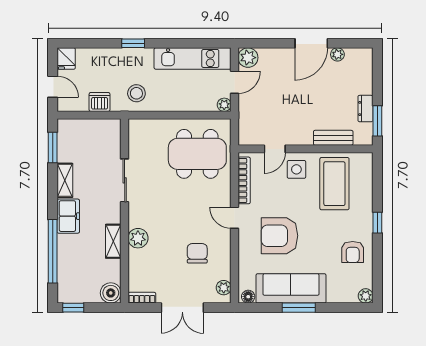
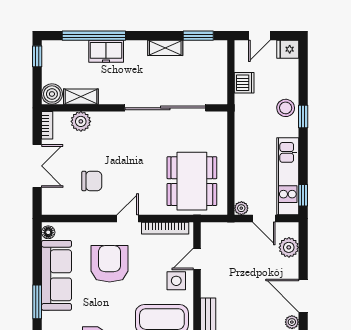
window: (211, 43) -> (303, 195), added
plant: (248, 58) -> (289, 247), moved
stool: (136, 93) -> (286, 108), moved
door: (275, 149) -> (197, 259), hinge flipped
sliding door: (125, 180) -> (165, 108), width x1.86
freezer: (68, 216) -> (106, 51), moved
plant: (138, 238) -> (81, 121), moved
shelving: (113, 241) -> (81, 97), moved
plant: (224, 288) -> (57, 208), removed
double door: (182, 308) -> (37, 166), swing flipped
window: (299, 308) -> (37, 302), moved

